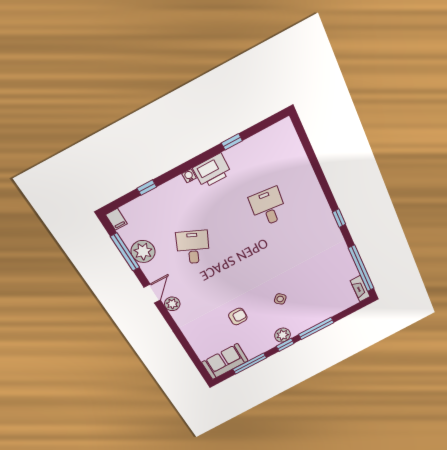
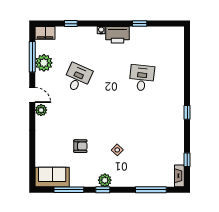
filing cabinet: (116, 219) -> (45, 33), width x2.00
window: (361, 268) -> (187, 160), width x0.32
door: (152, 294) -> (32, 95), hinge flipped
window: (316, 328) -> (151, 190), moved

